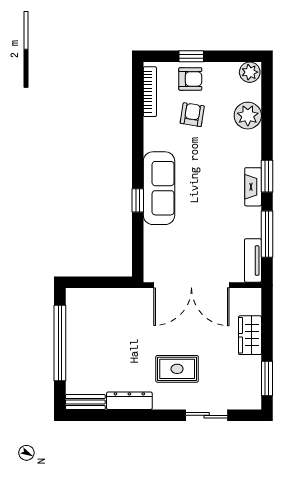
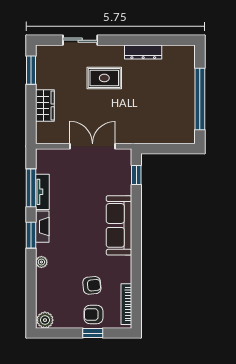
armchair: (192, 115) -> (92, 285), turned -104
plant: (248, 116) -> (41, 262), moved, width x0.53, depth x0.53
window: (138, 200) -> (136, 175), moved
tv unit: (253, 261) -> (42, 192), moved
double door: (191, 285) -> (93, 146), width x0.73
bench: (85, 402) -> (179, 51), removed

